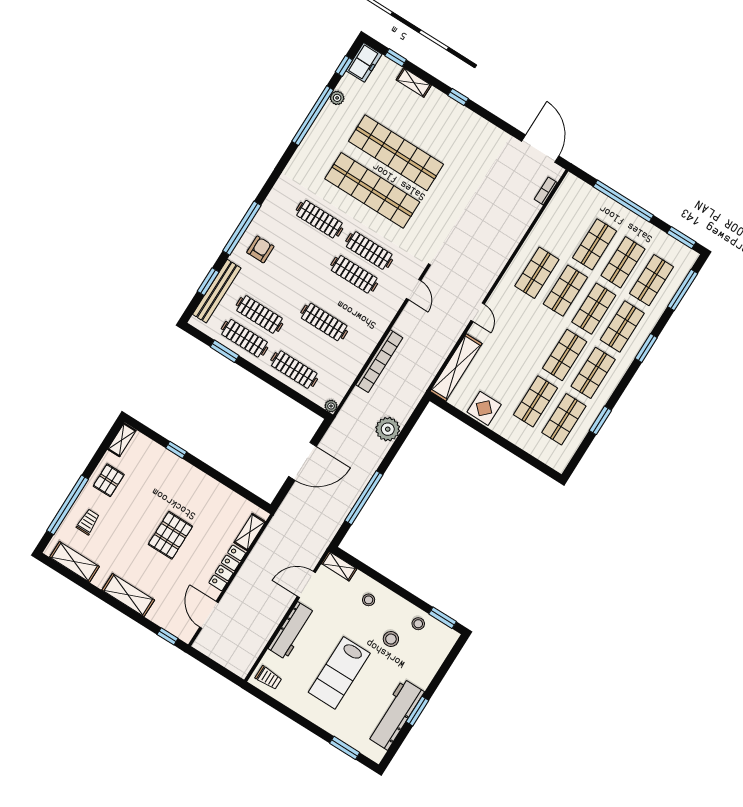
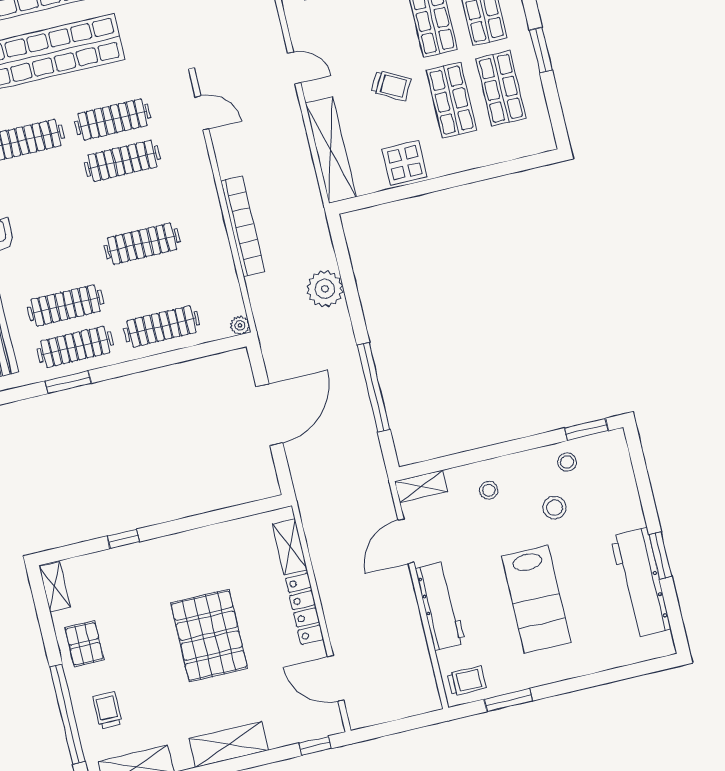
trolley: (514, 366) -> (391, 86), added
pallet: (170, 535) -> (209, 636), width x1.37, depth x1.41
window: (345, 748) -> (508, 700), moved

